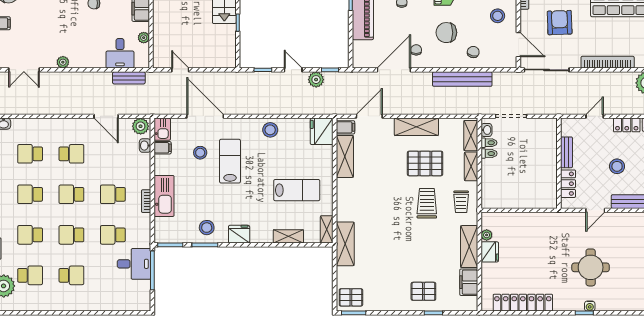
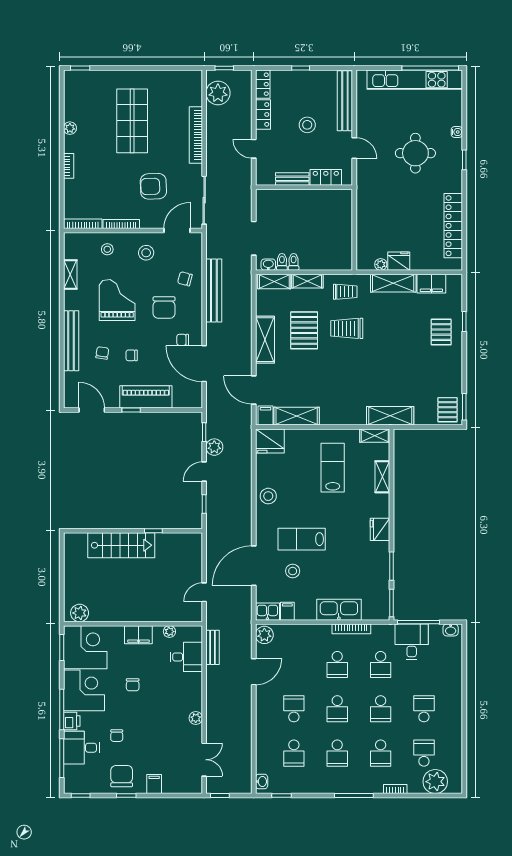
washbasin: (145, 146) -> (451, 630), moved
bookcase: (146, 201) -> (351, 629), width x1.56
stool: (207, 228) -> (373, 564), removed
water cooler: (590, 306) -> (457, 132), moved

